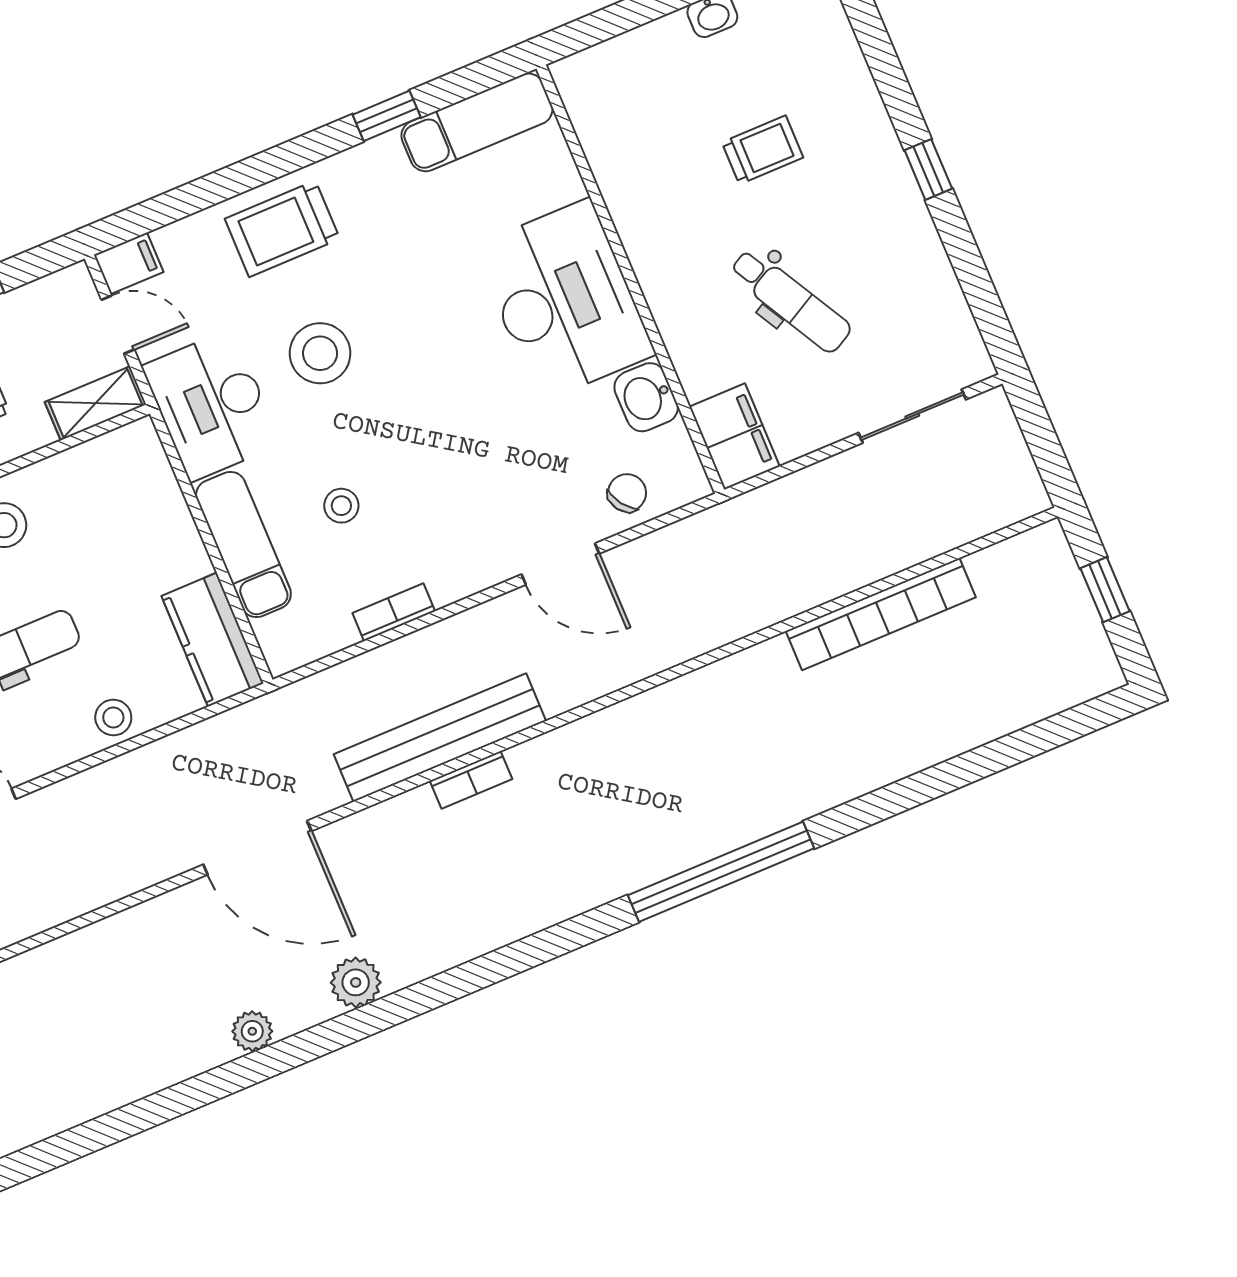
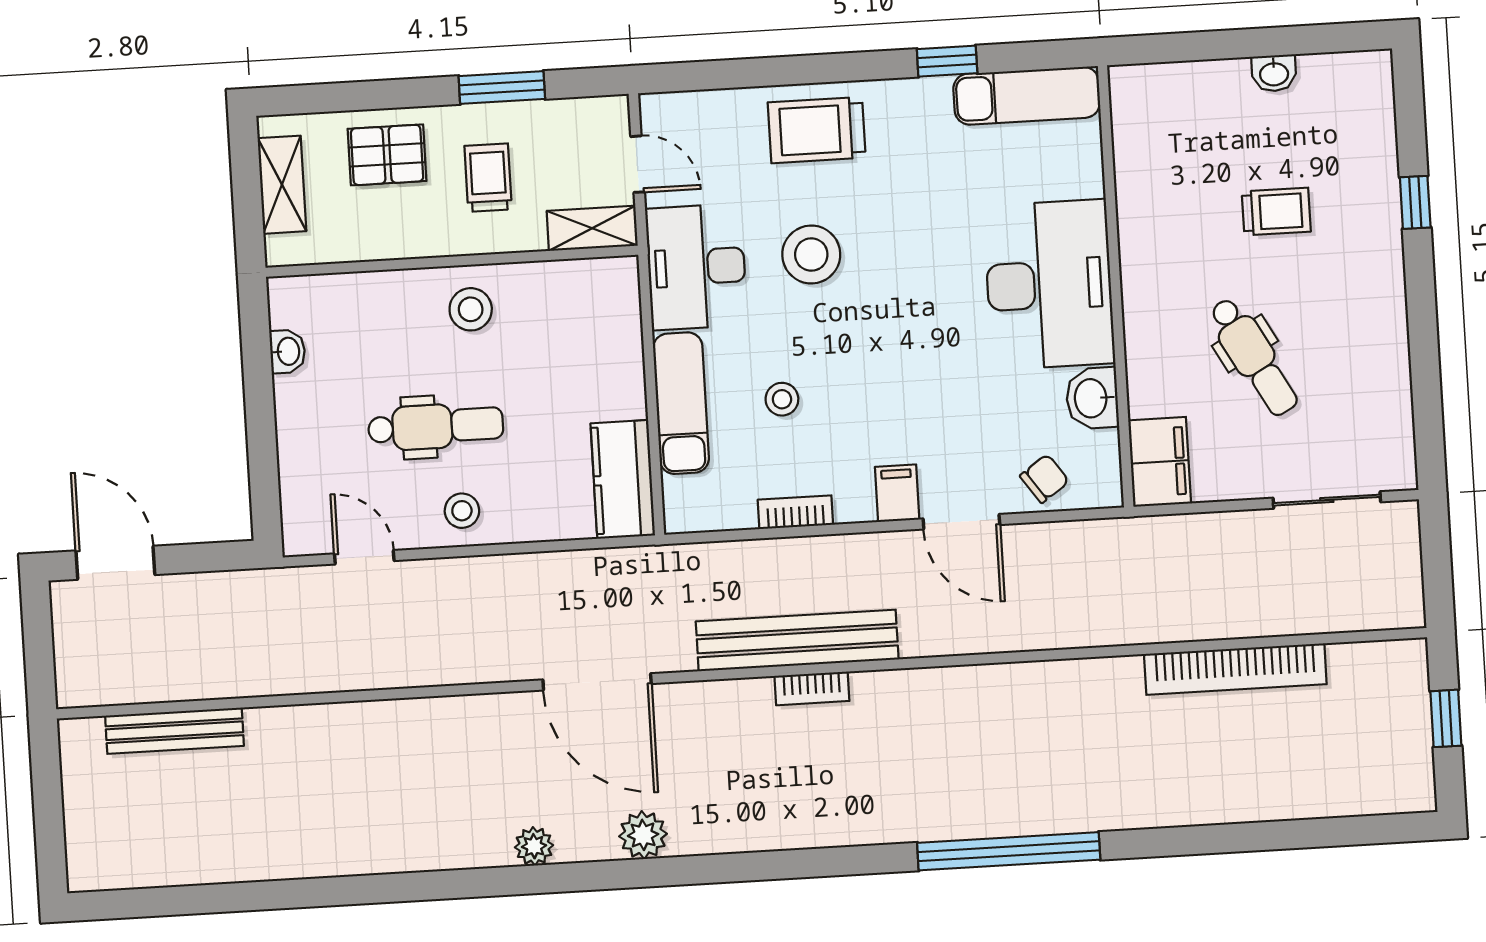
window: (928, 169) -> (1415, 202), moved
filing cabinet: (129, 263) -> (897, 493), moved, turned -90
stool: (113, 718) -> (462, 511), moved

